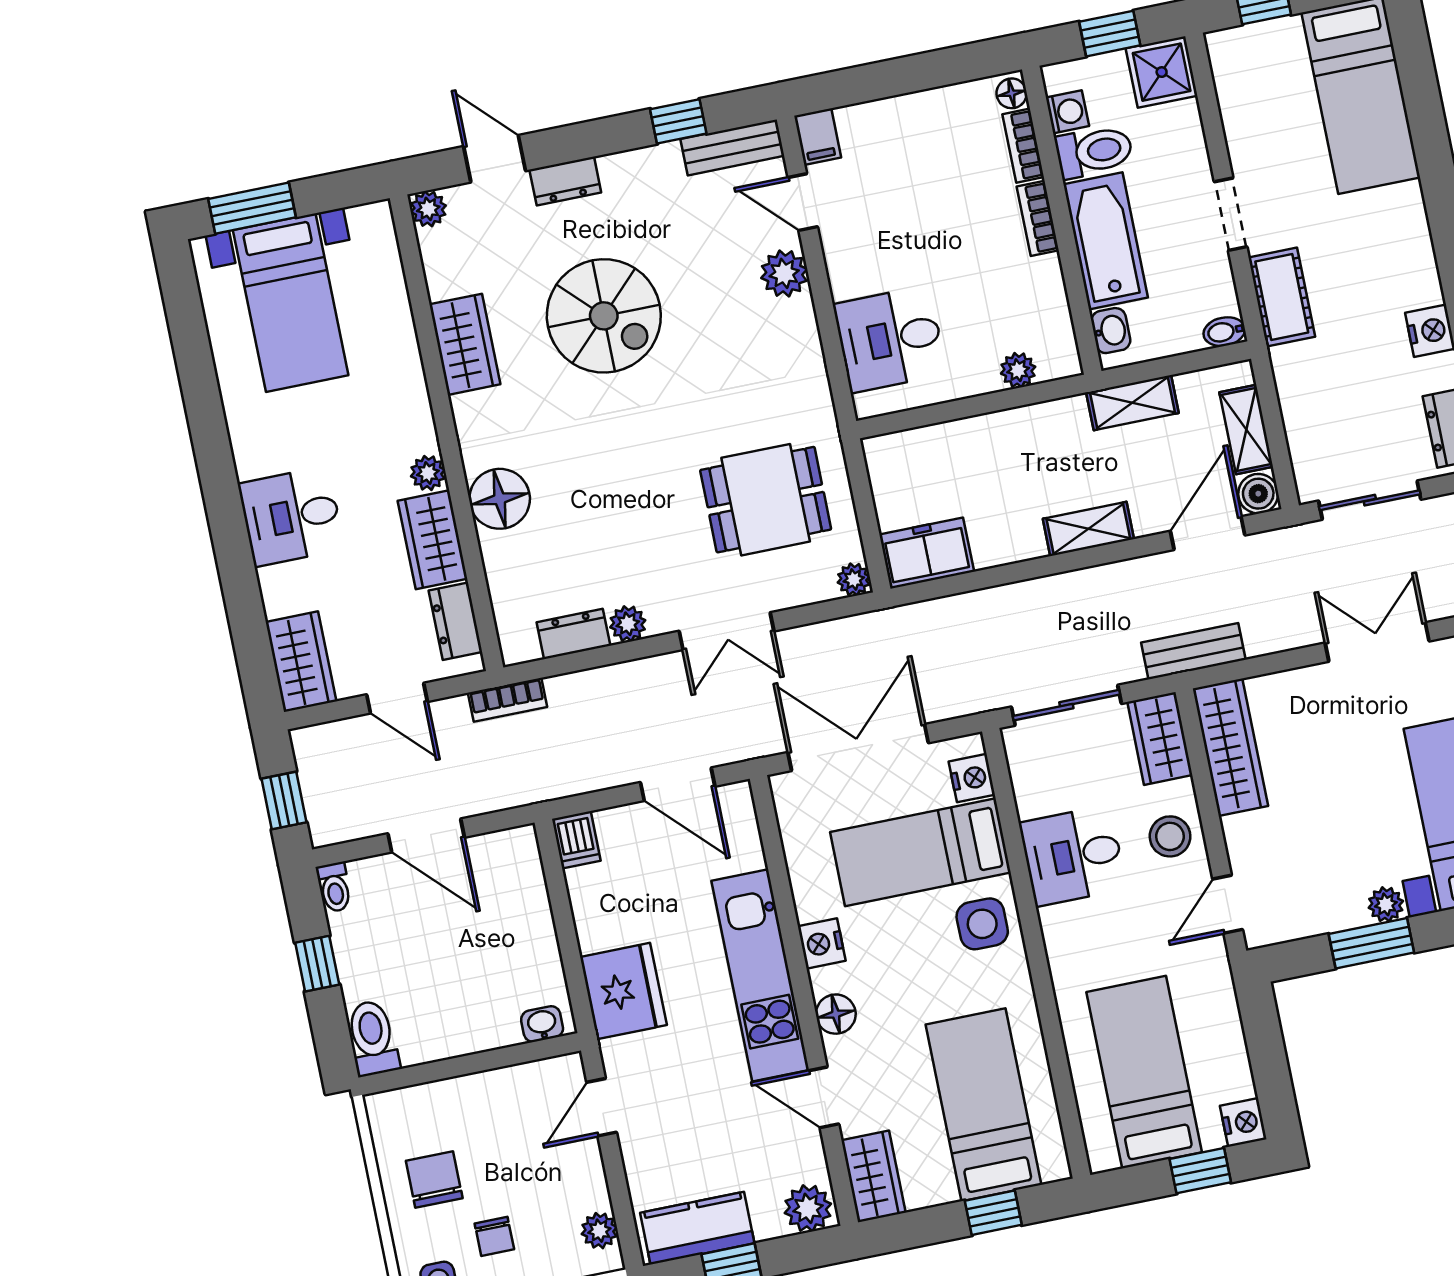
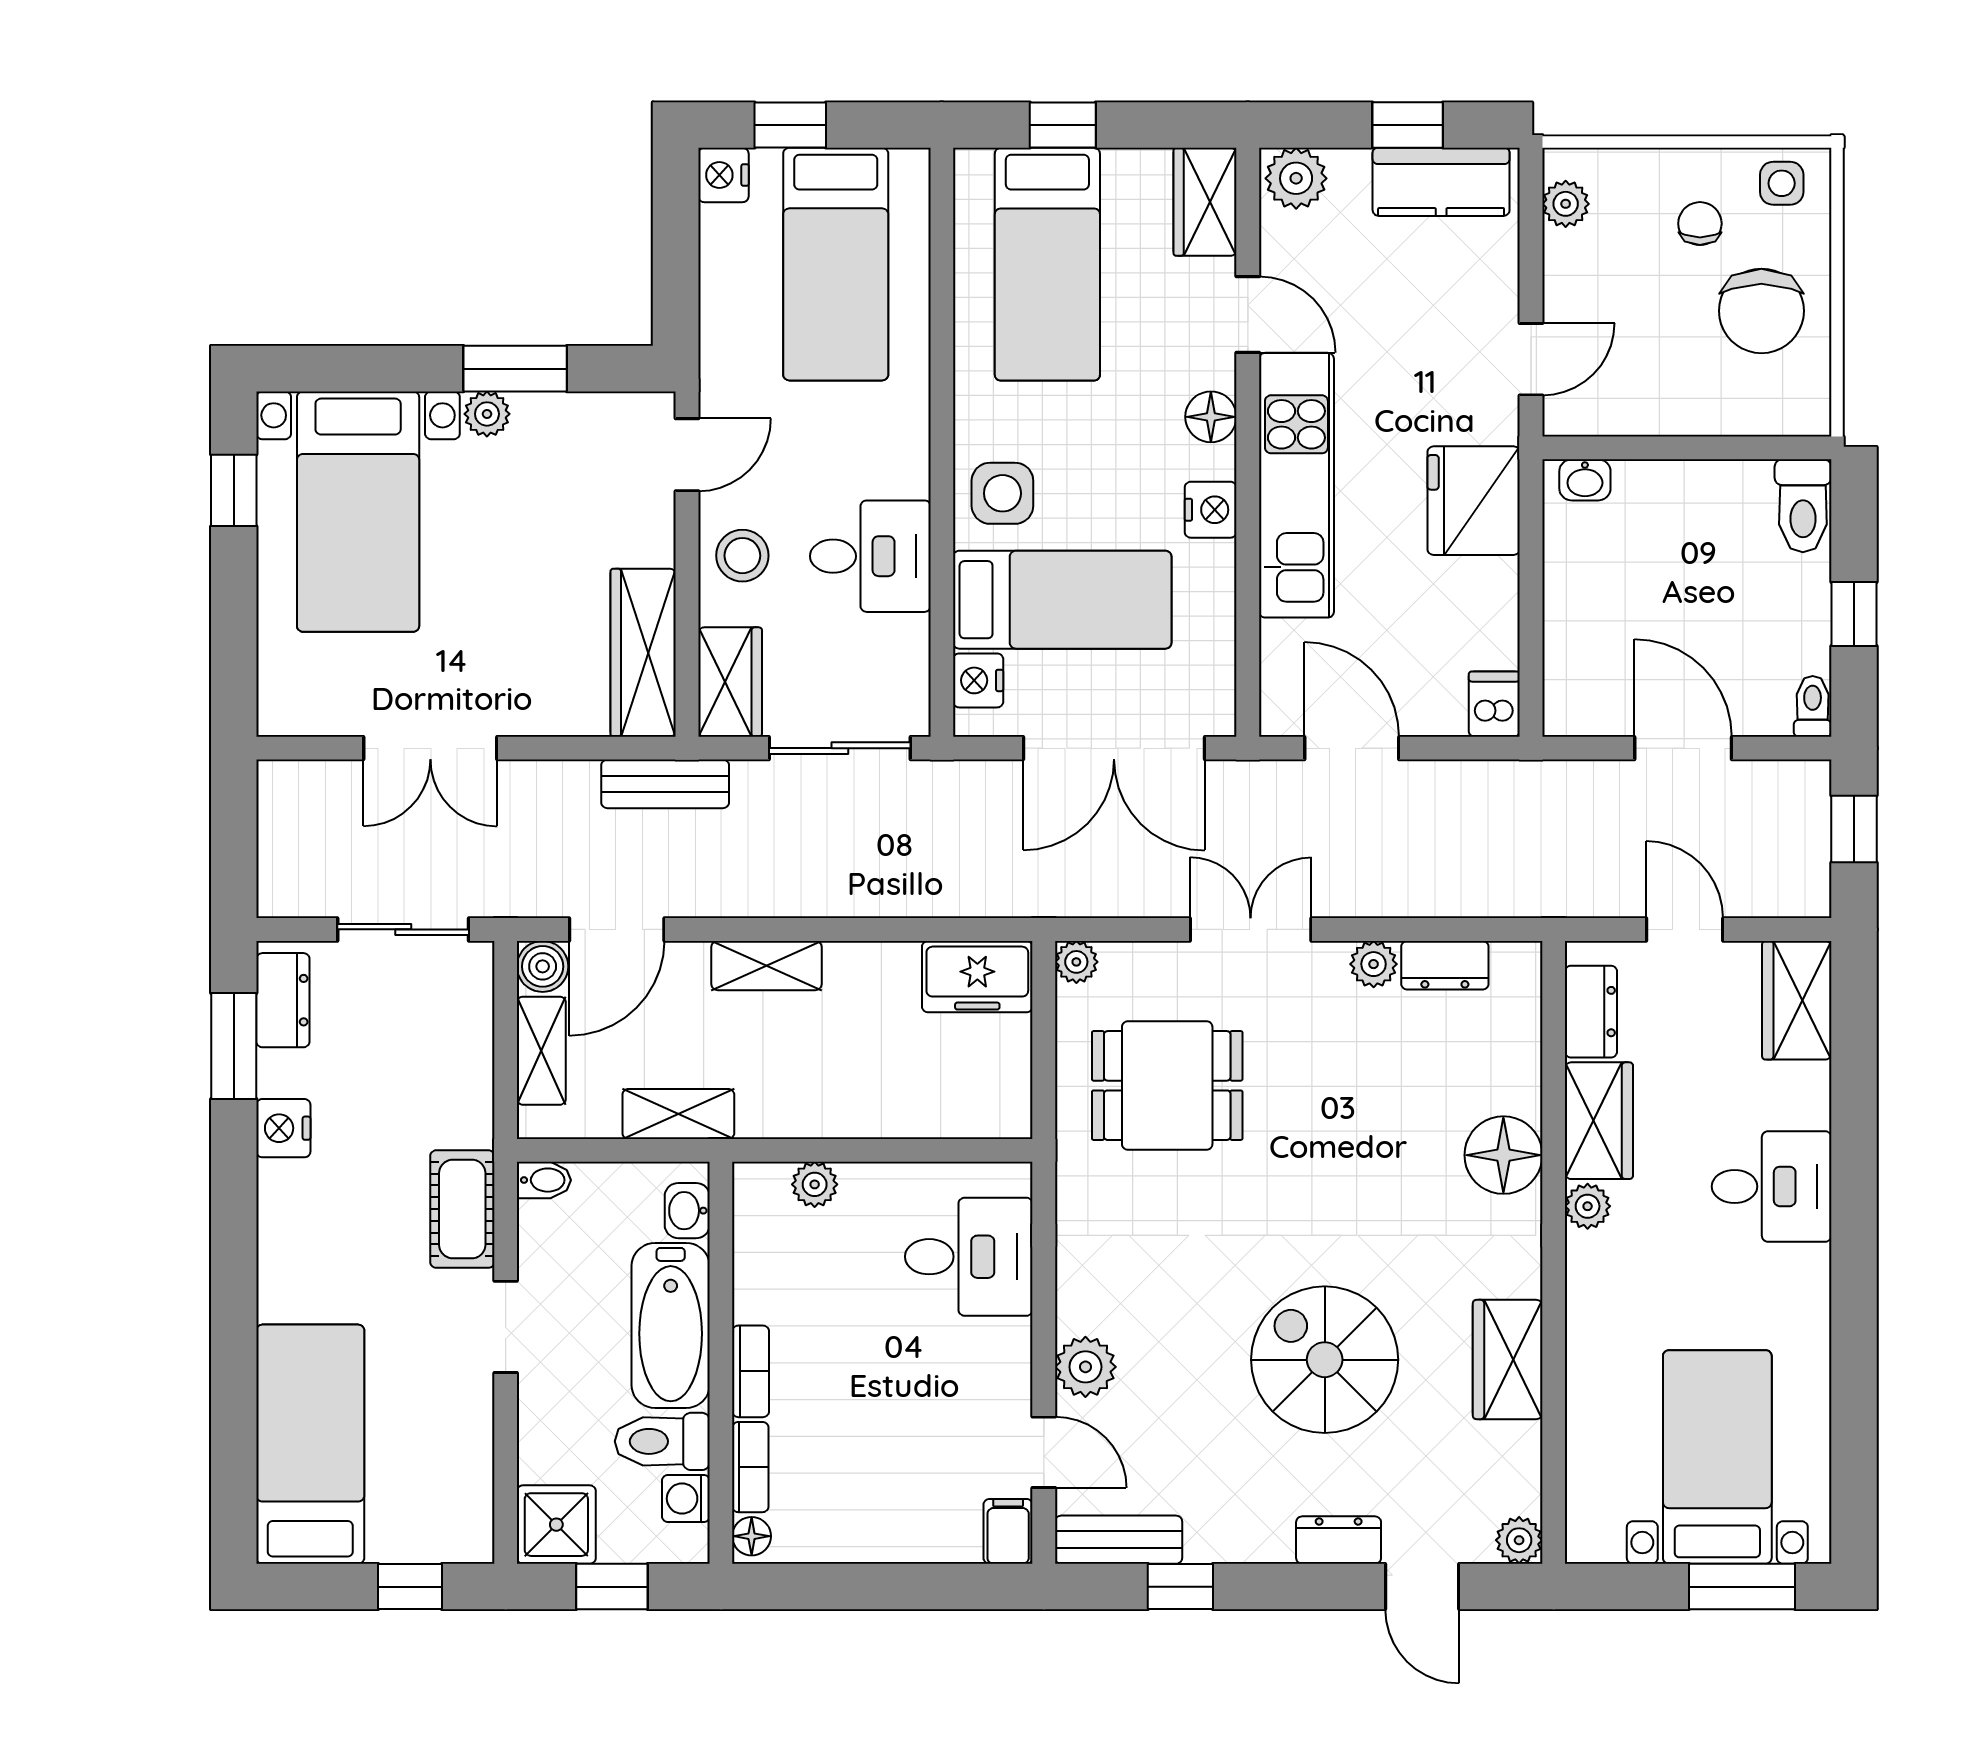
bookcase: (507, 700) -> (1545, 899), removed
chair: (434, 1180) -> (1761, 311), width x1.37, depth x1.37

